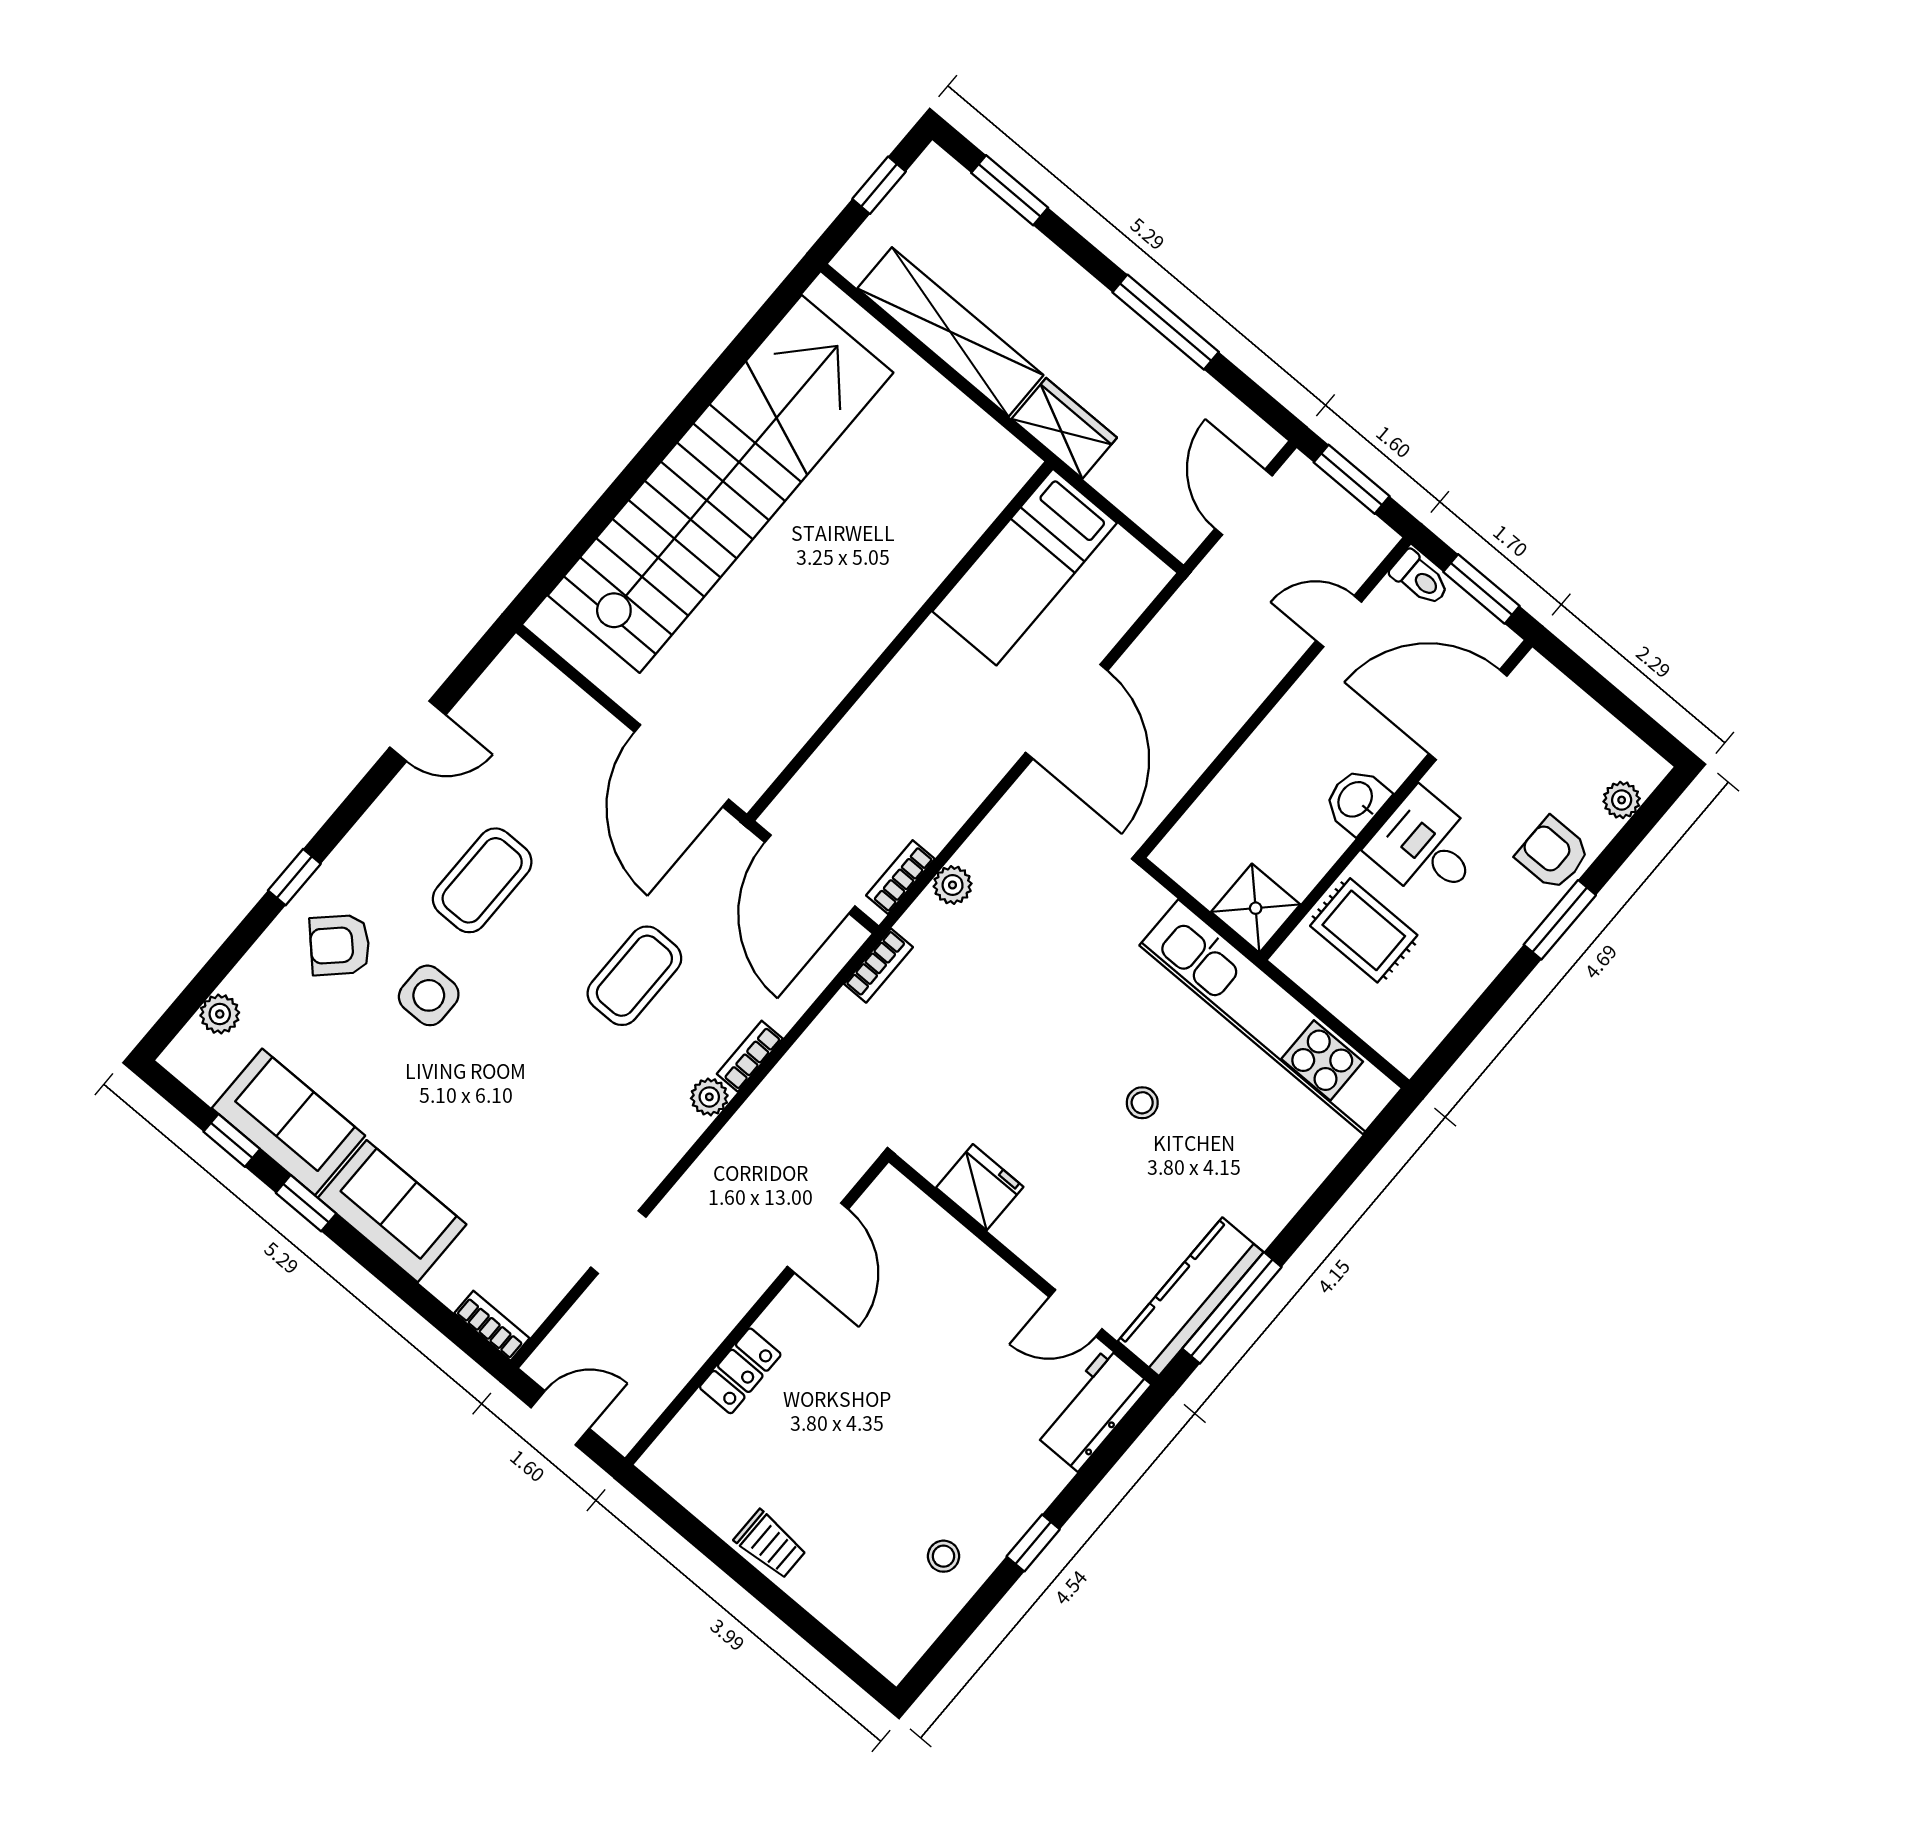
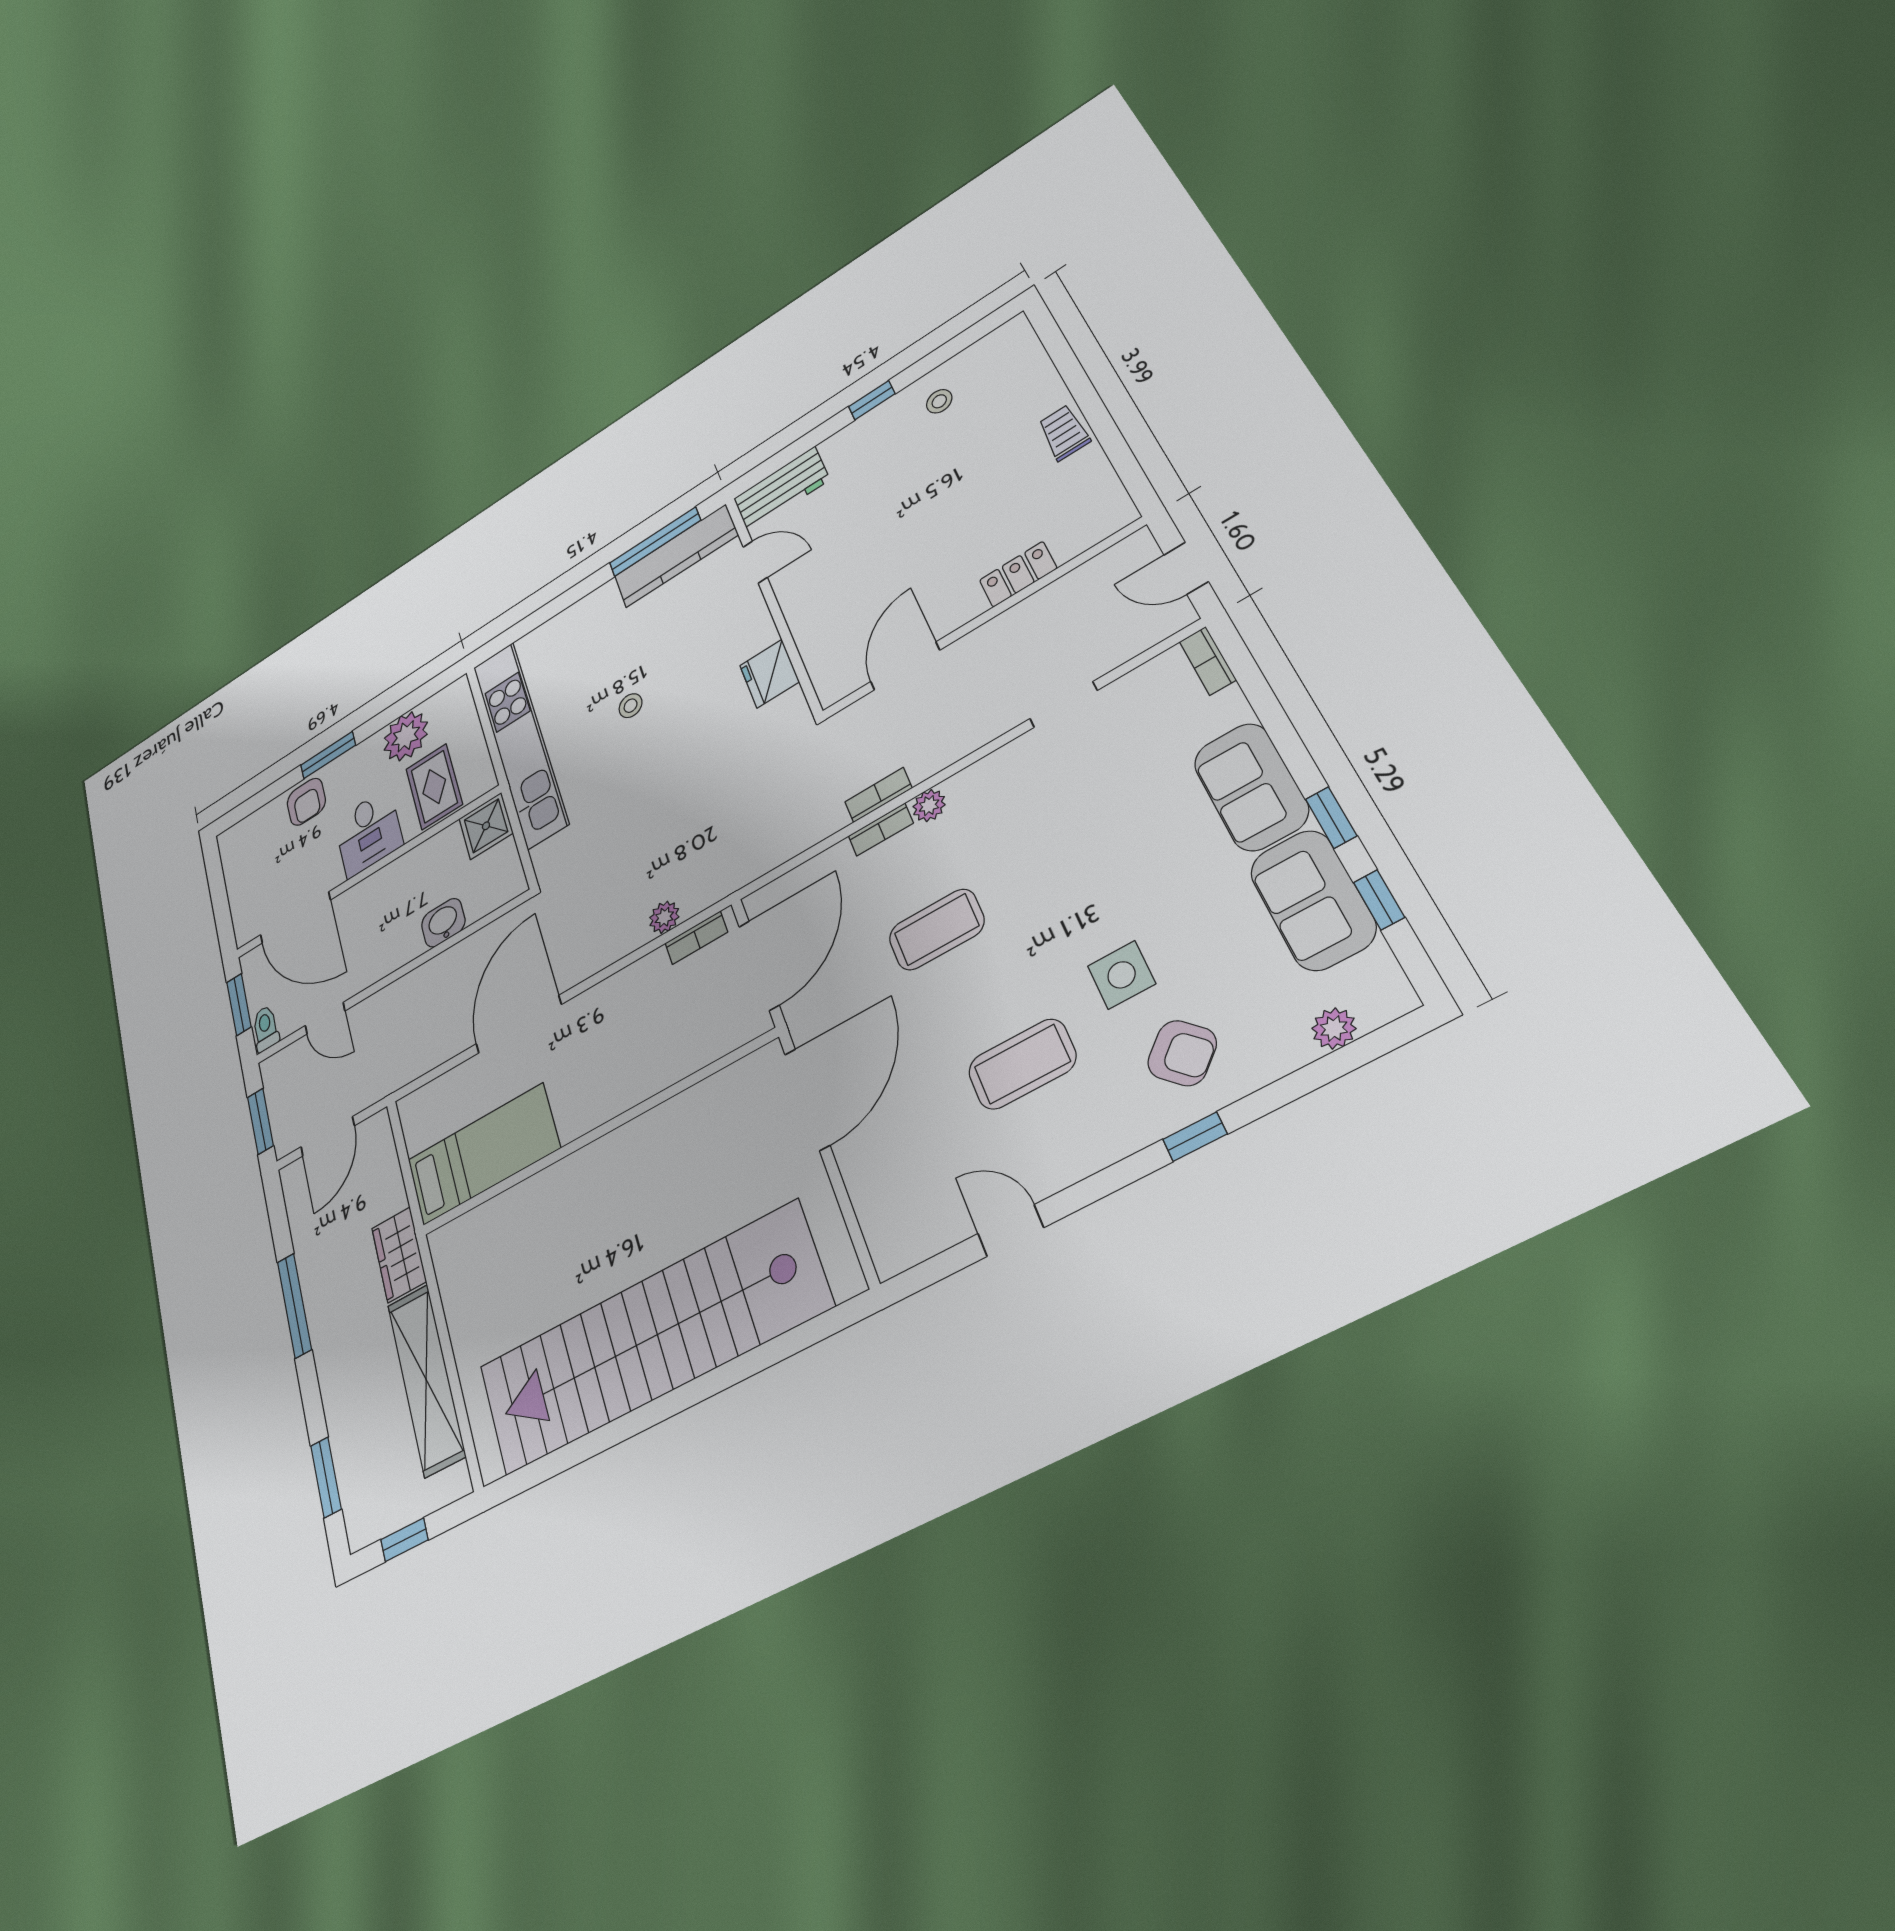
washbasin: (1356, 800) -> (443, 923), moved, turned 180
plant: (1622, 800) -> (406, 736), moved, width x1.87, depth x1.87
bookcase: (878, 966) -> (878, 795), moved

